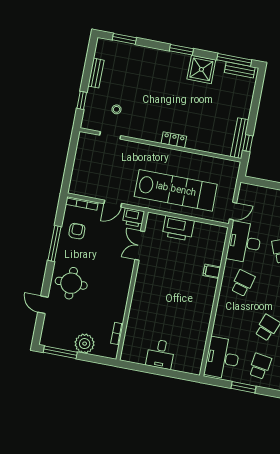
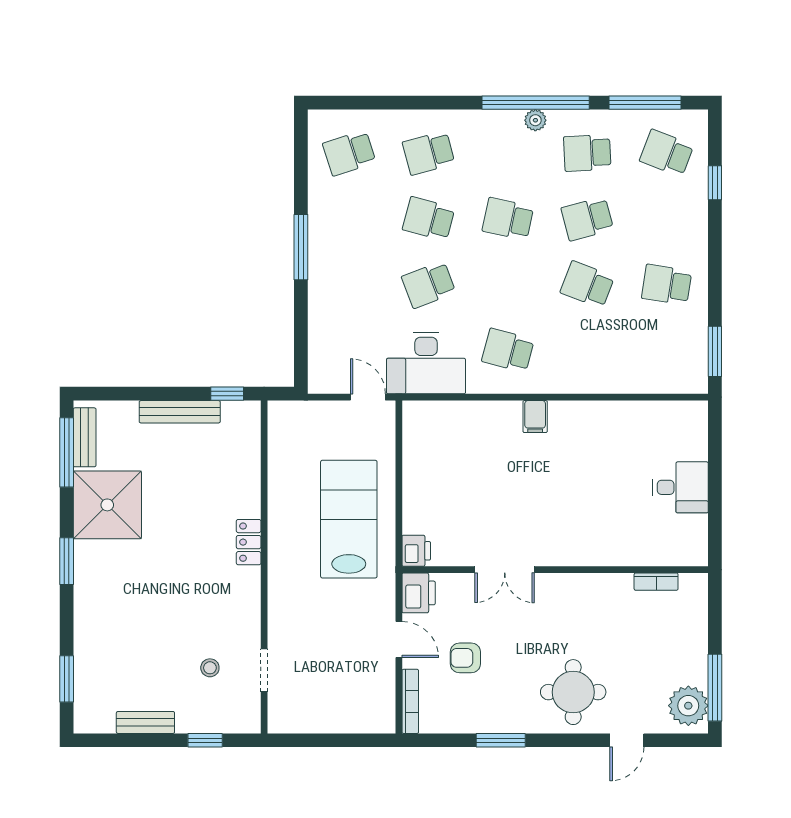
shower: (201, 69) -> (107, 505), width x1.37, depth x1.37
bench: (240, 138) -> (180, 412), moved
lab bench: (176, 190) -> (349, 519), width x0.73
printer: (178, 228) -> (416, 551), moved, width x0.53, depth x0.68
armchair: (77, 231) -> (465, 658), moved
window: (55, 244) -> (501, 740), width x0.69
double door: (140, 246) -> (505, 570), moved
filing cabinet: (212, 271) -> (535, 417), moved
plant: (85, 344) -> (688, 706), moved
desk: (222, 358) -> (665, 363), removed
window: (243, 387) -> (715, 351), moved

